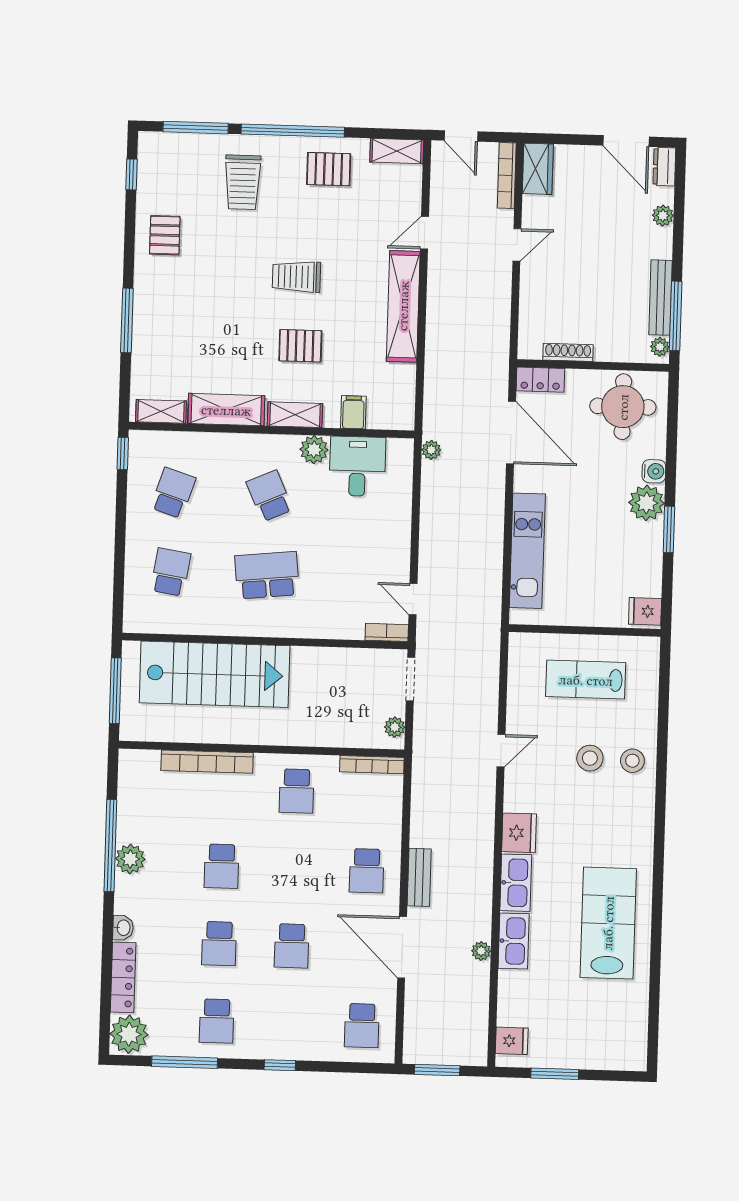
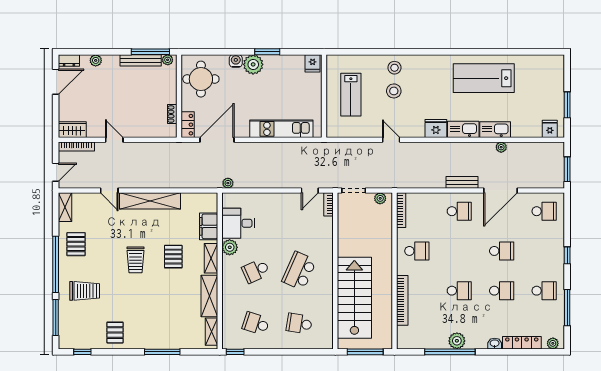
pallet: (165, 235) -> (115, 333), turned 90
shoe rack: (568, 352) -> (172, 114), width x0.70
filing cabinet: (353, 412) -> (209, 226), width x2.00
school desk: (267, 575) -> (299, 271), turned 30
plant: (129, 1034) -> (553, 343), width x0.53, depth x0.53

